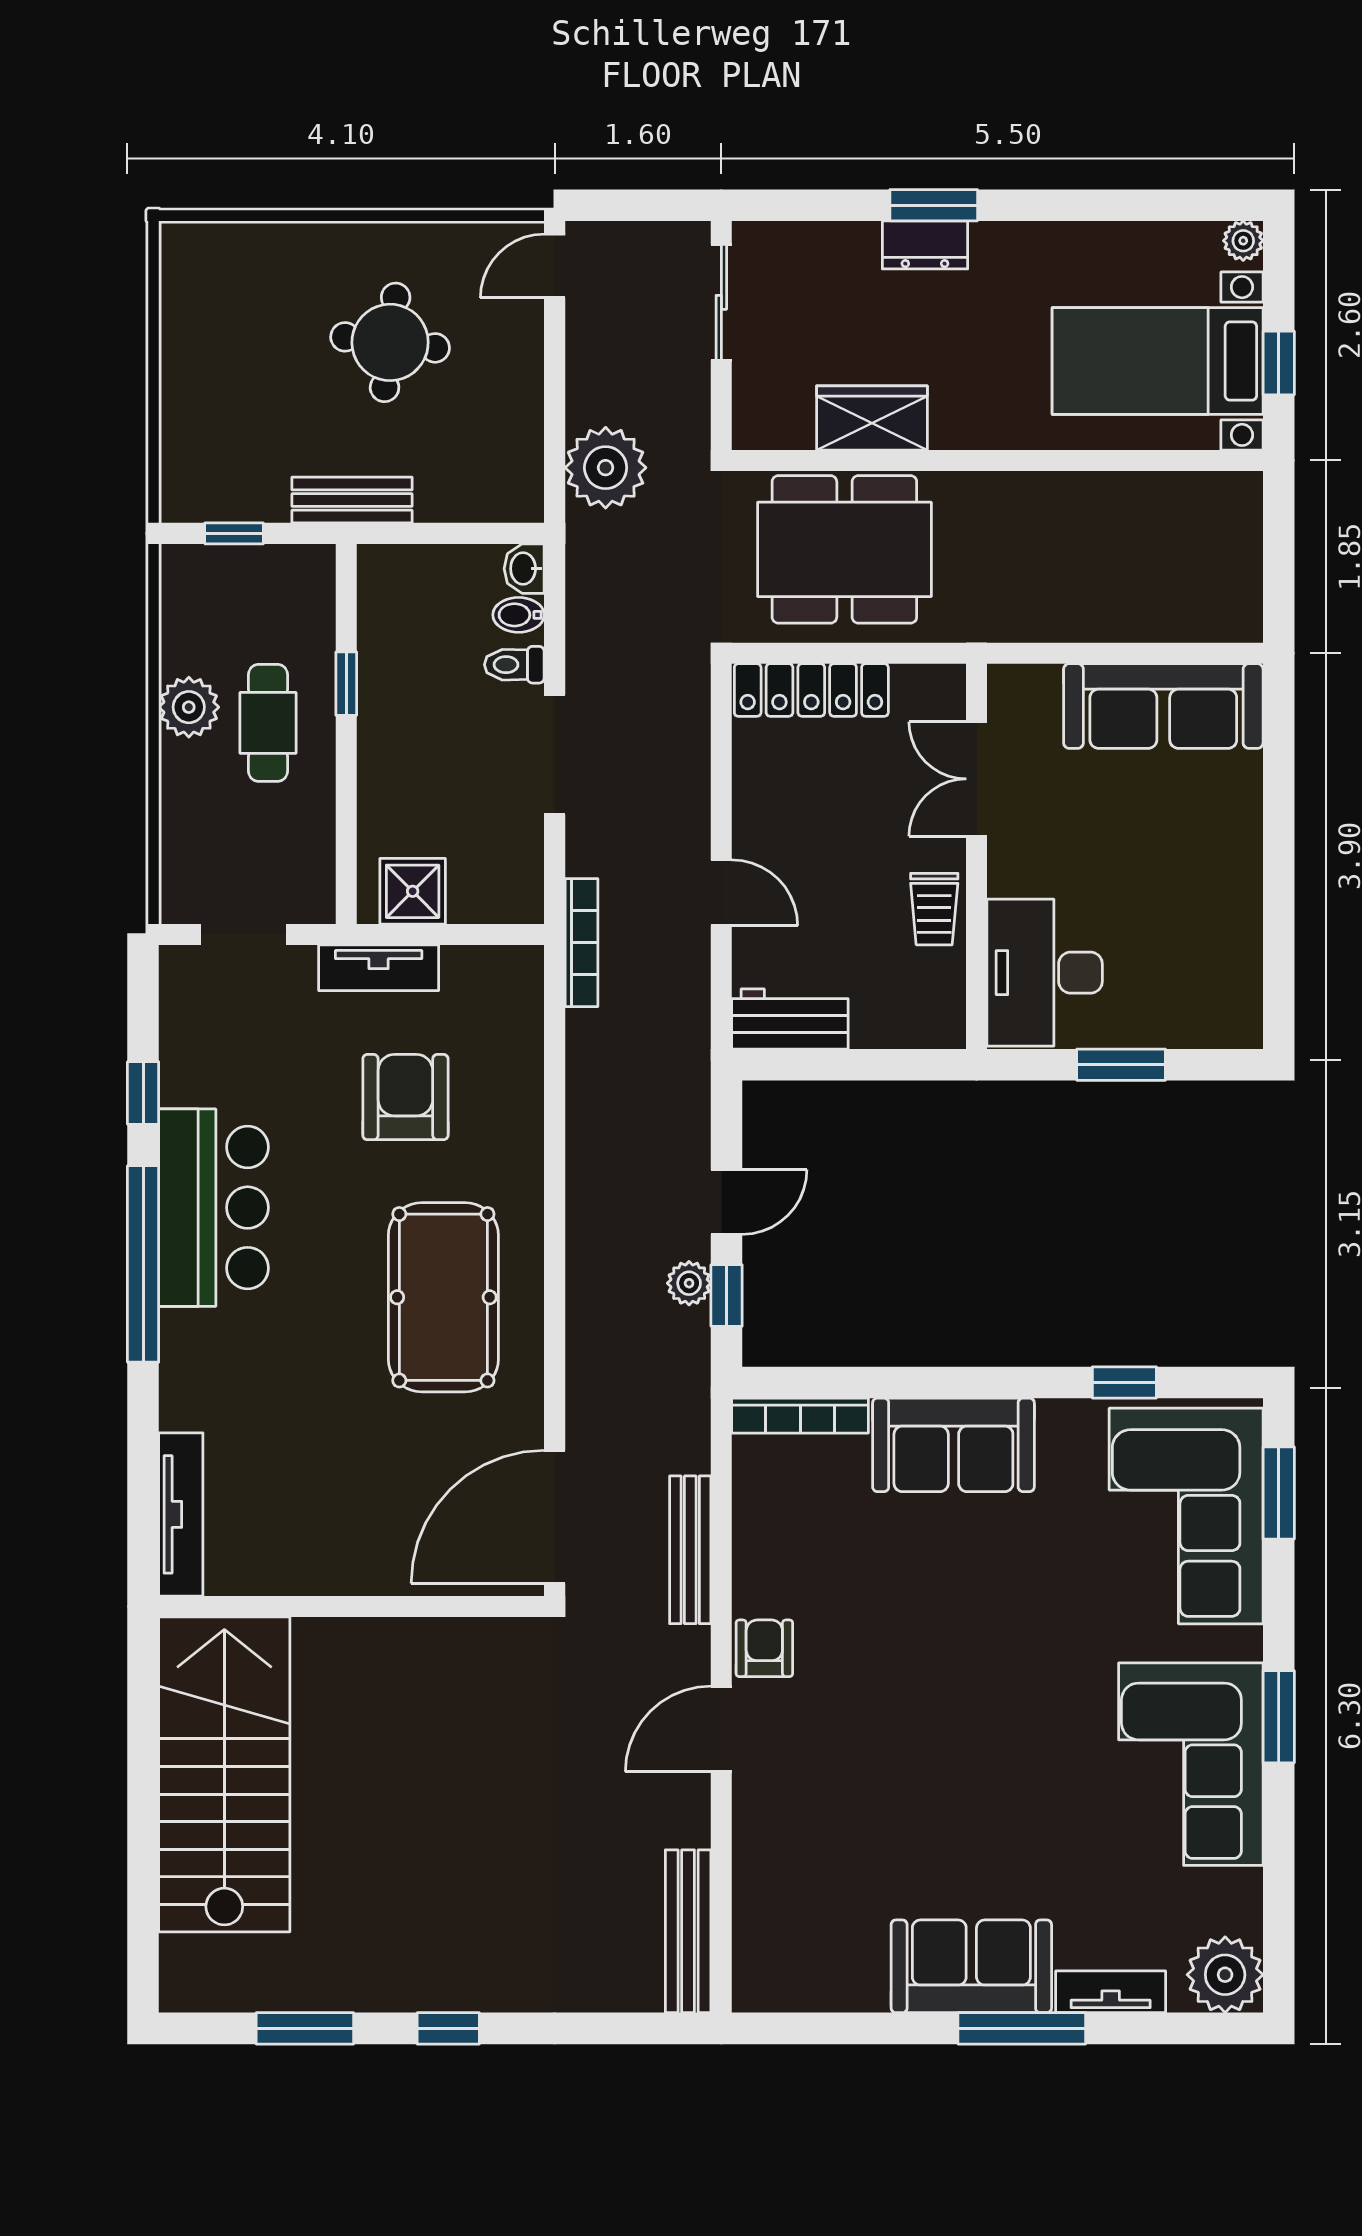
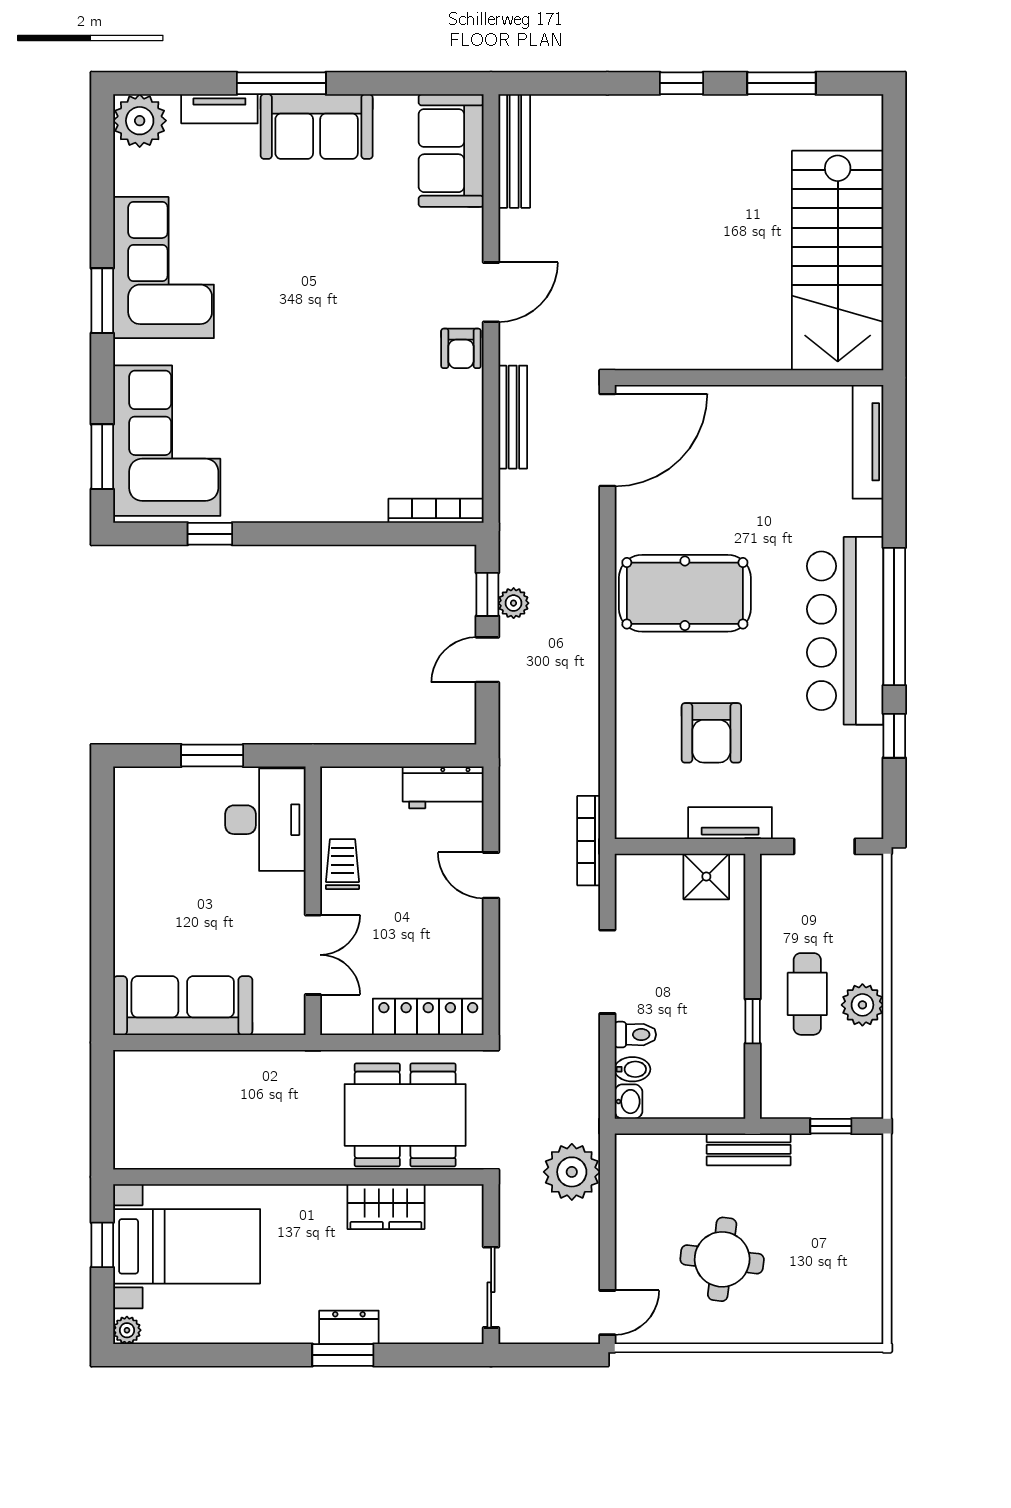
bar counter: (214, 1208) -> (845, 631), width x1.36
pool table: (443, 1297) -> (685, 593), turned 90
sofa: (953, 1445) -> (451, 151), moved, turned -90

